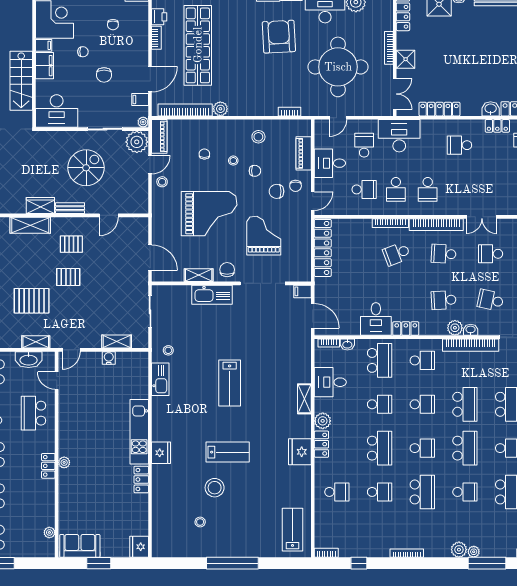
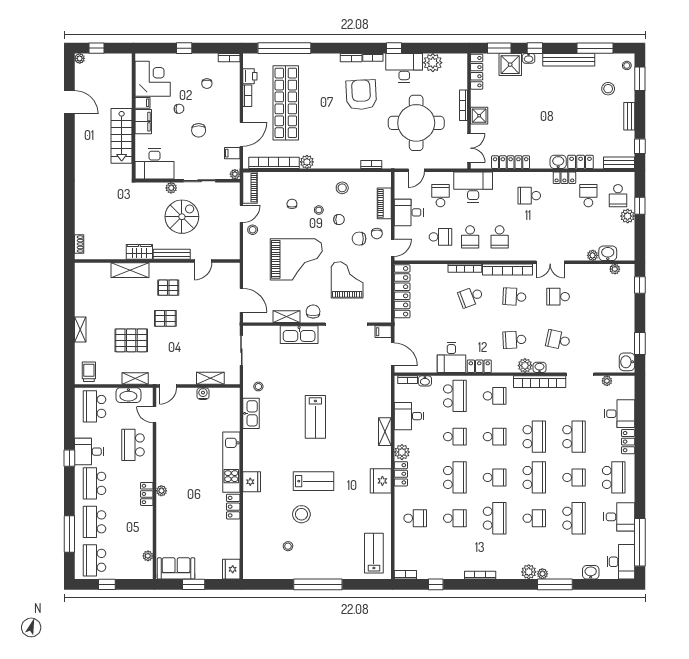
plant: (137, 142) -> (171, 188), moved, width x0.53, depth x0.53
bench: (70, 208) -> (172, 254), width x1.36

